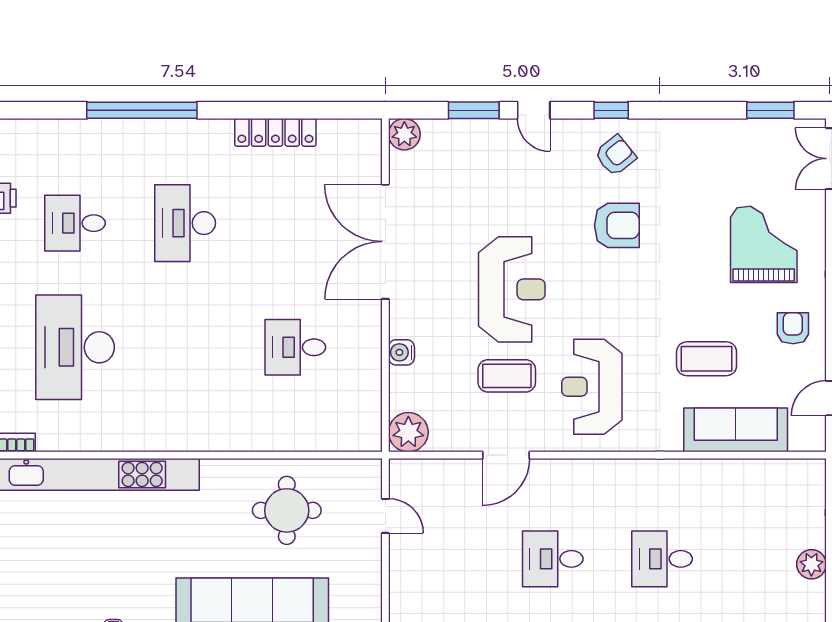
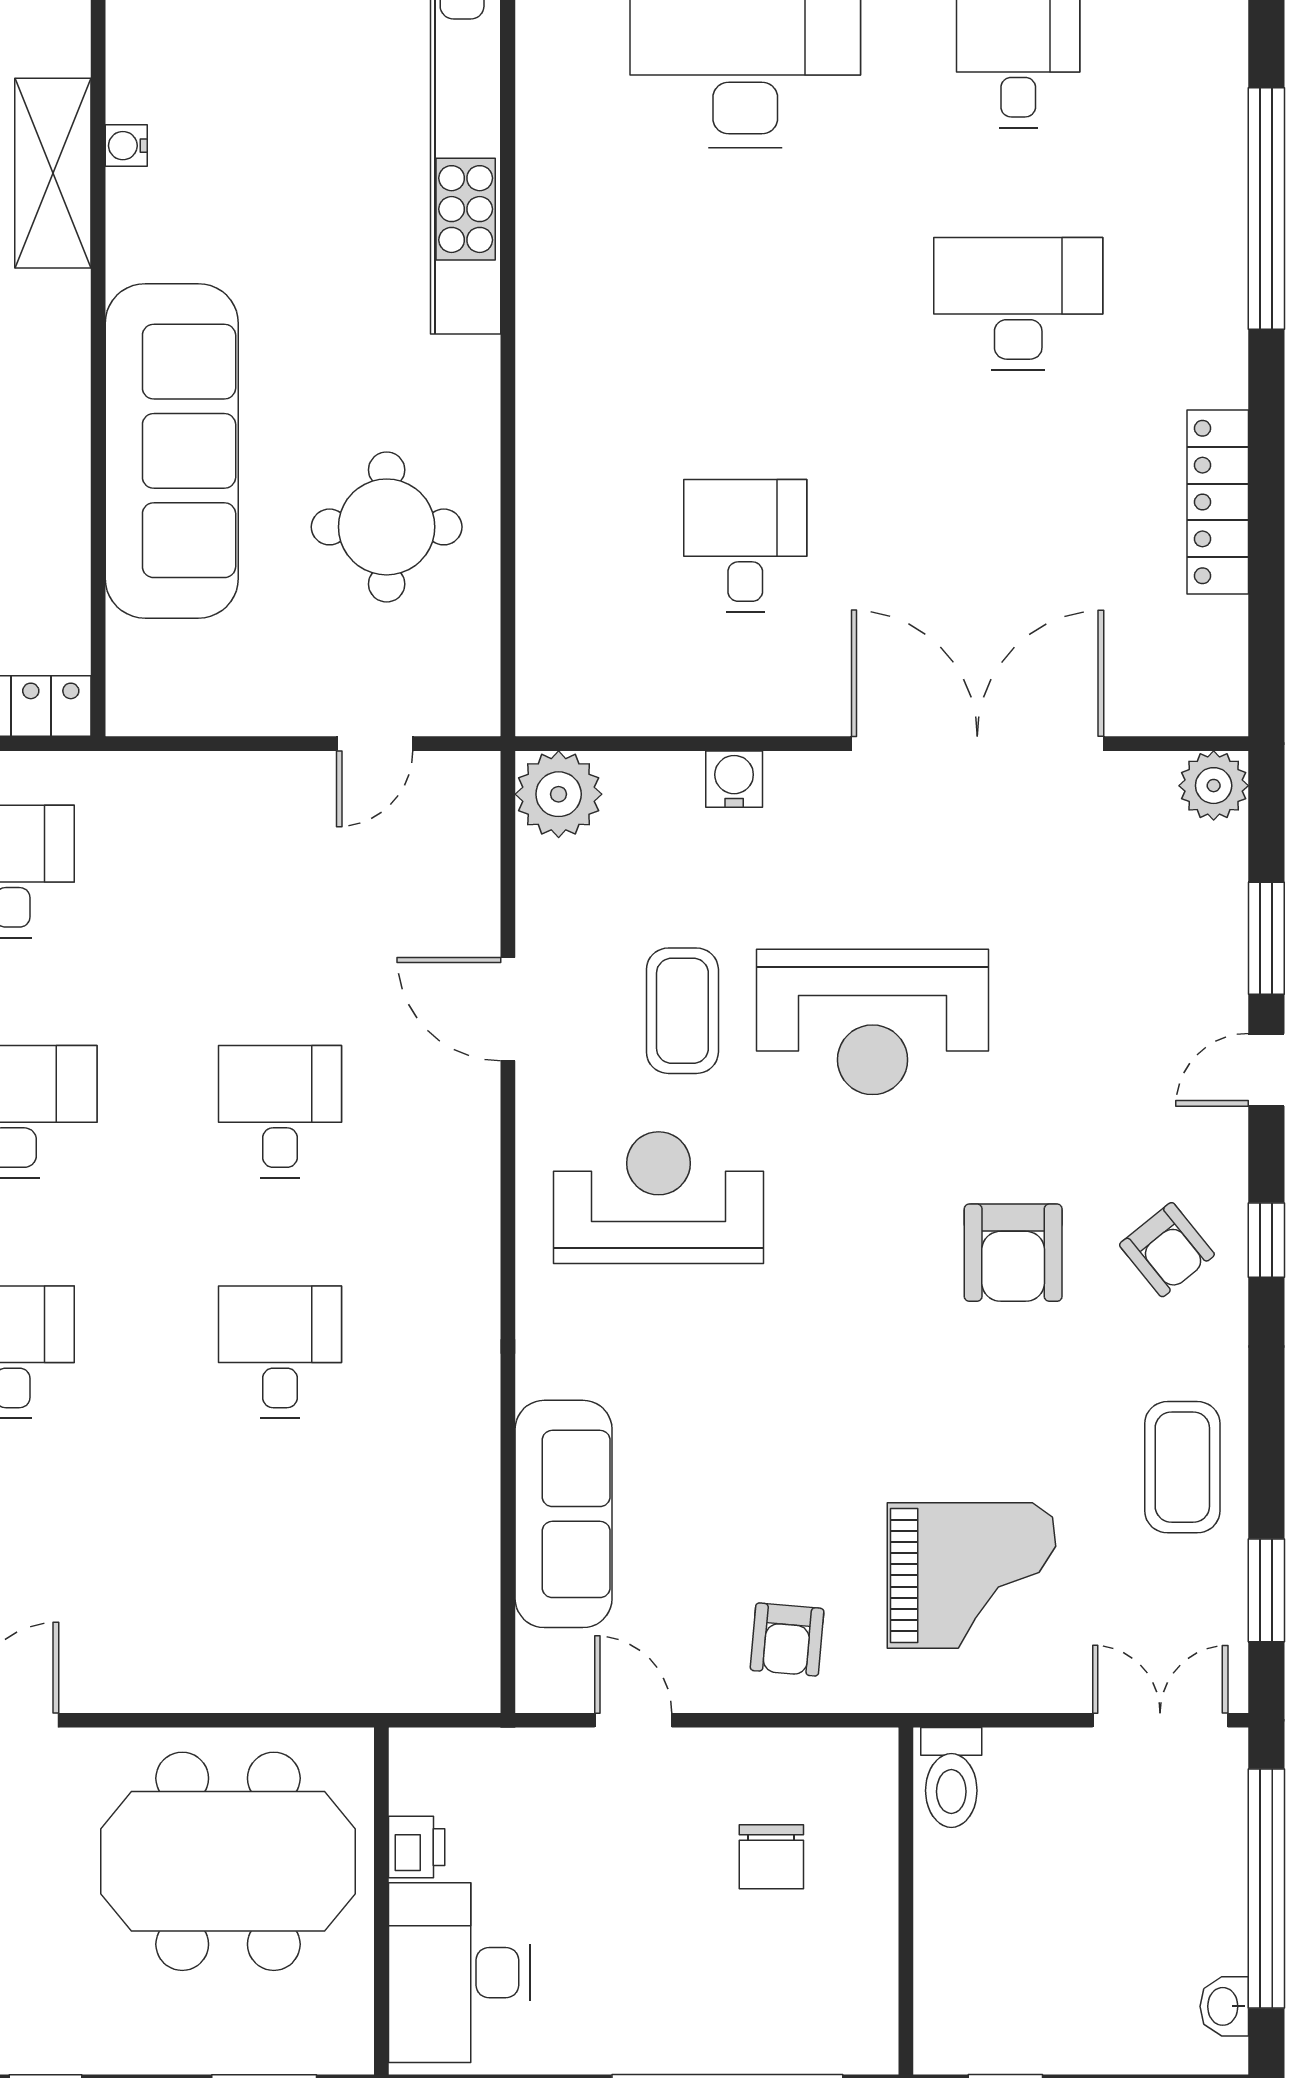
armchair: (793, 328) -> (787, 1639), turned 95
coffee table: (707, 359) -> (1182, 1467), moved
plant: (811, 564) -> (268, 1681), removed

